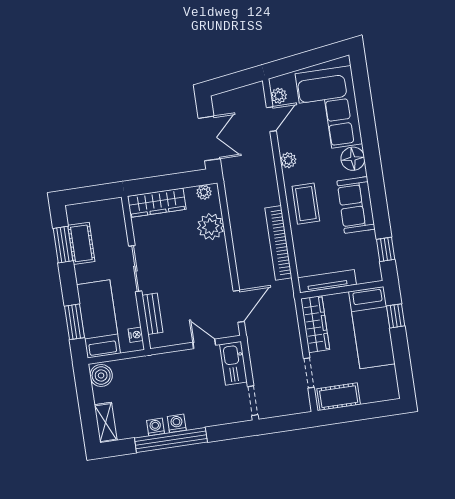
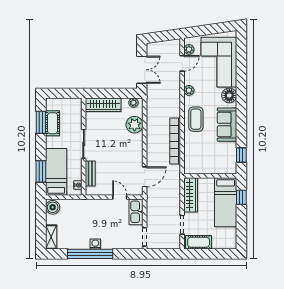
tv unit: (327, 281) -> (202, 169), removed
washing machine: (155, 427) -> (82, 244), removed

